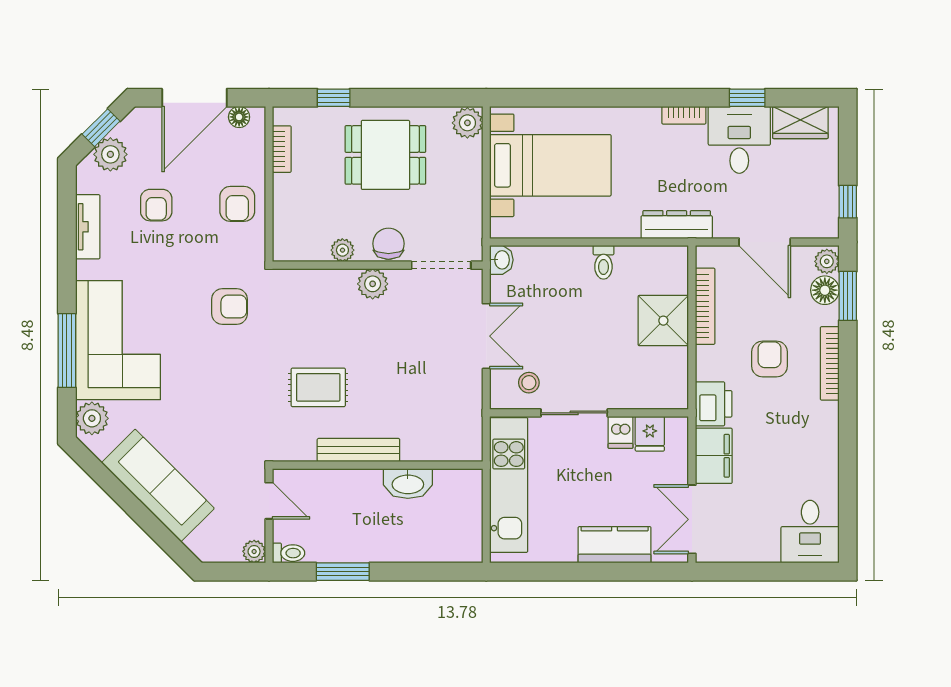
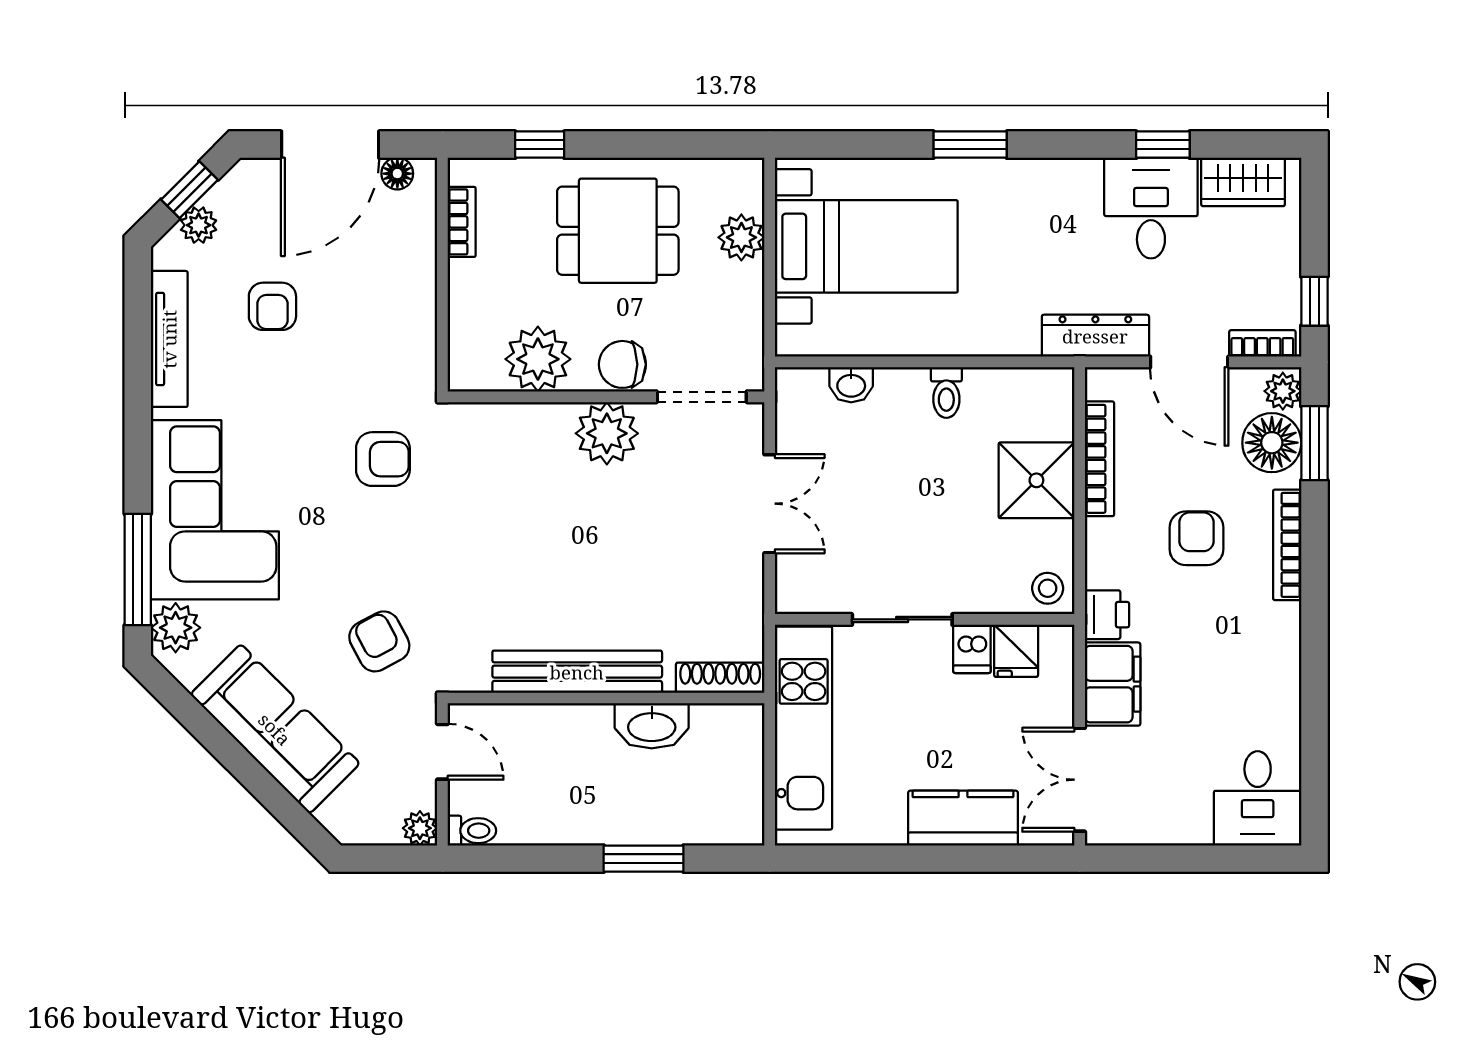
window: (619, 98) -> (970, 145), added
bookcase: (684, 115) -> (1262, 343), moved, turned 180
plant: (467, 123) -> (741, 237), moved
plant: (110, 154) -> (199, 225), width x0.73, depth x0.73
armchair: (237, 204) -> (379, 641), moved, turned 152
dresser: (677, 225) -> (1095, 336), moved
tv unit: (88, 227) -> (169, 339), width x1.41
chair: (388, 244) -> (622, 364), turned -90
plant: (342, 250) -> (538, 359), width x1.87, depth x1.87
washbasin: (501, 260) -> (851, 385), moved, turned 90
plant: (373, 284) -> (607, 433), width x1.36, depth x1.36
floor lamp: (825, 290) -> (1272, 443), width x1.38, depth x1.38
window: (67, 351) -> (138, 570), moved
stool: (529, 383) -> (1048, 588), moved
rug: (318, 387) -> (517, 581), removed
printer: (714, 404) -> (1107, 615), width x0.73, depth x0.81
bench: (358, 450) -> (577, 672), width x1.37, depth x1.21
shoe rack: (453, 452) -> (720, 678), added
window: (343, 572) -> (644, 859), moved

